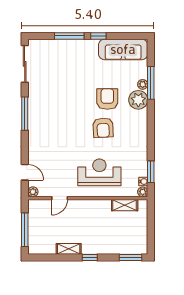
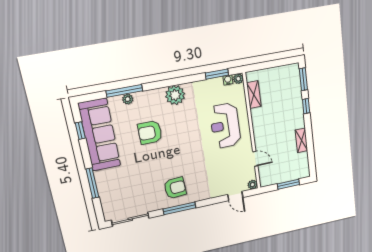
window: (98, 36) -> (80, 131), moved
sofa: (123, 49) -> (100, 135), width x1.36, depth x1.27
plant: (138, 100) -> (175, 95), moved
armchair: (103, 128) -> (175, 188), moved
door: (25, 172) -> (235, 196), swing flipped
window: (25, 230) -> (288, 184), width x0.69
window: (90, 257) -> (306, 106), moved

